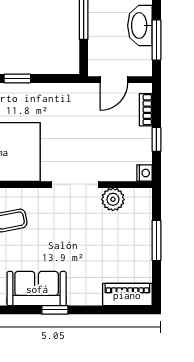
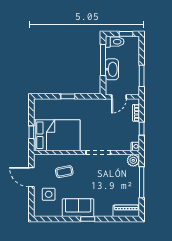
washbasin: (140, 26) -> (112, 69), moved, turned 180
plant: (113, 199) -> (133, 160), moved
window: (156, 240) -> (142, 182), width x1.44

